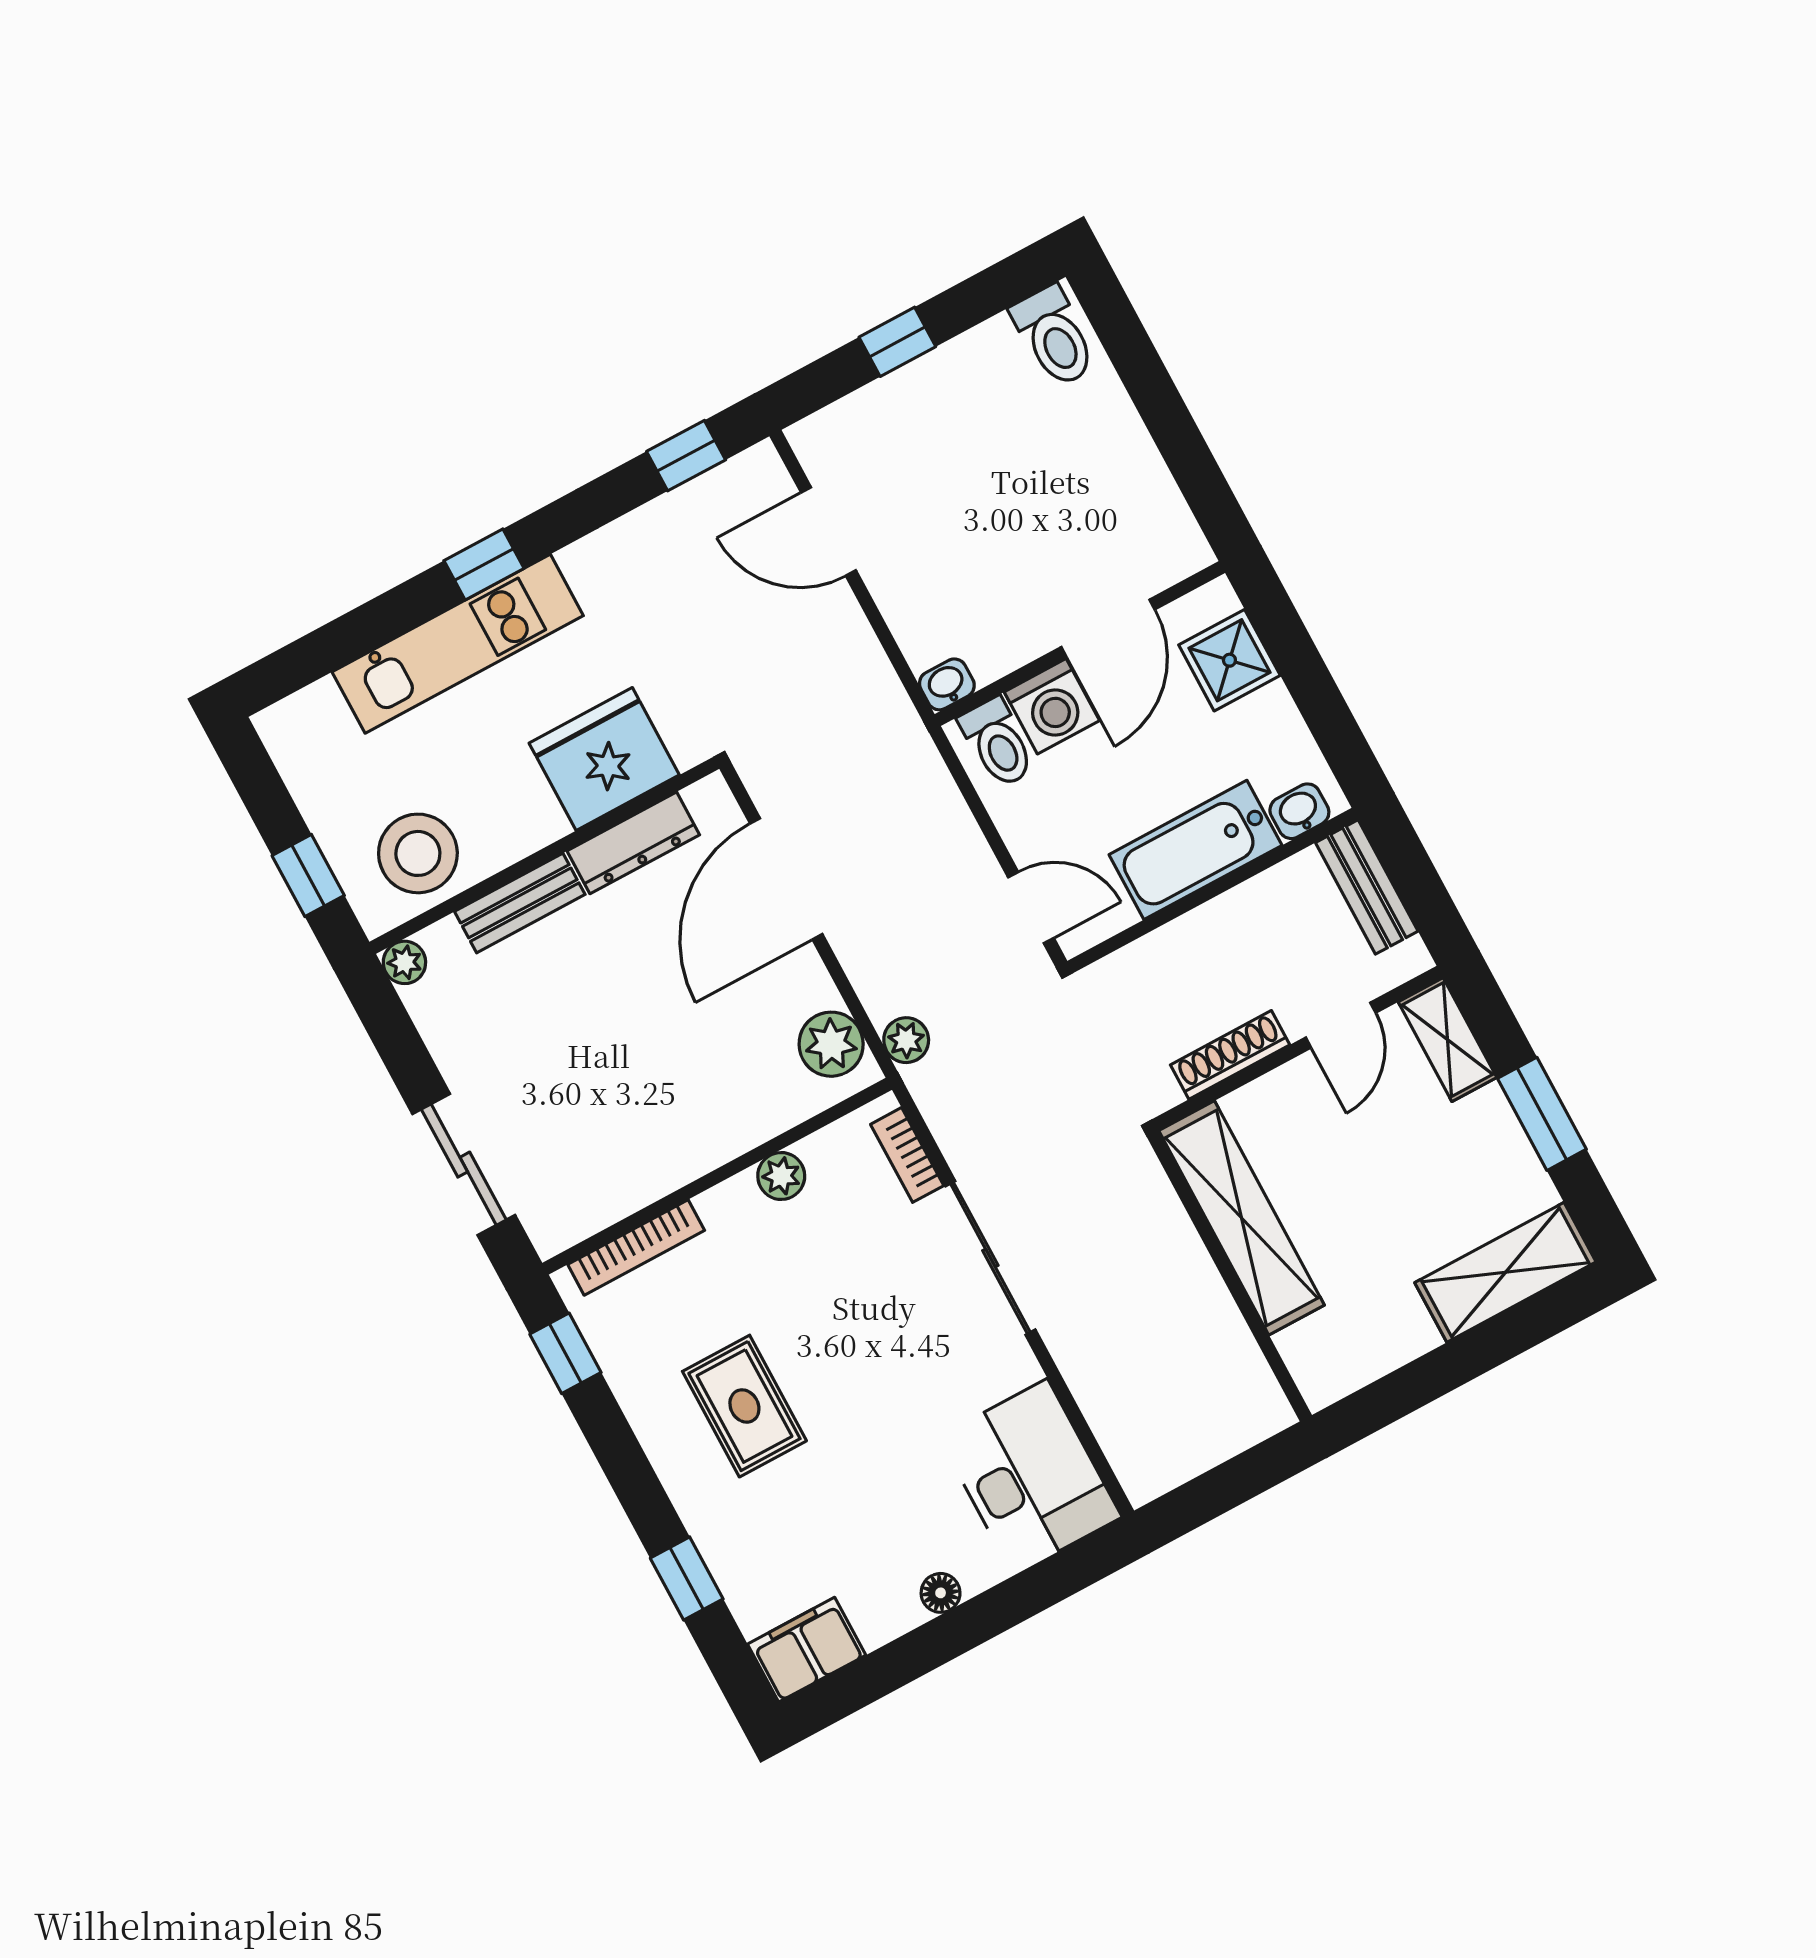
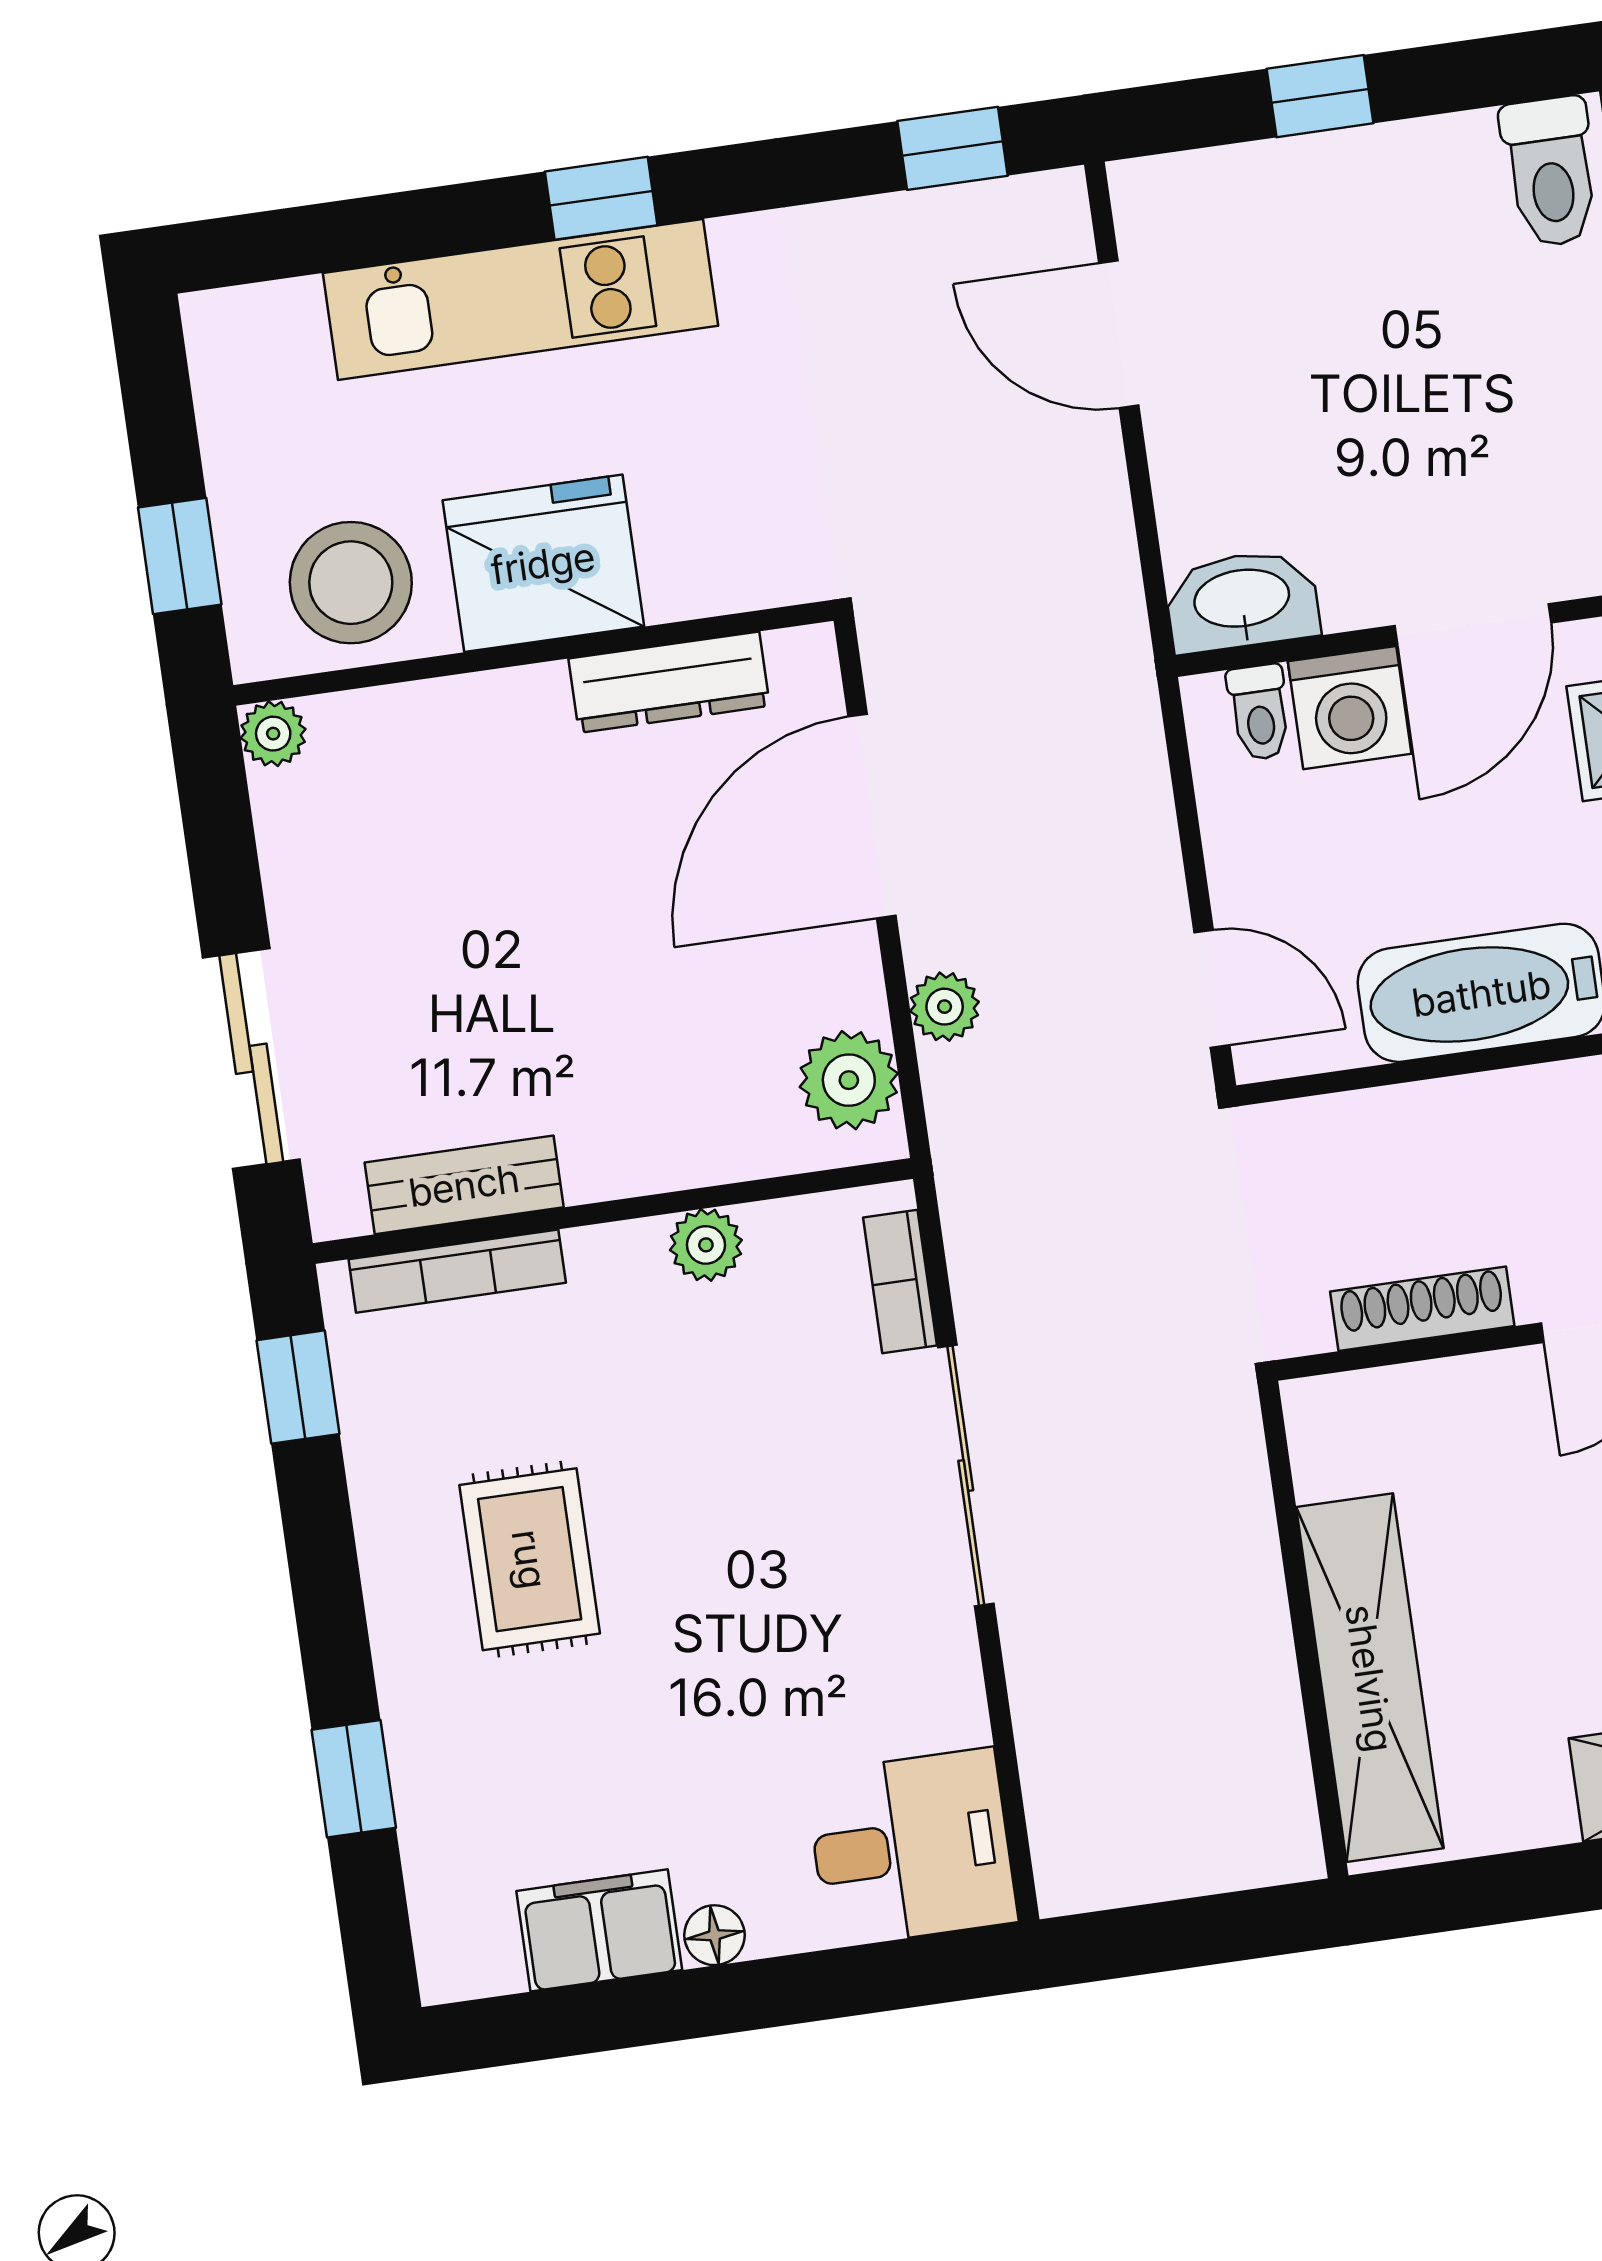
washbasin: (947, 684) -> (1242, 601), width x1.91, depth x1.45
toilet: (998, 743) -> (1259, 712), width x0.73, depth x0.72
fridge: (604, 759) -> (543, 563), moved
bench: (520, 903) -> (464, 1185), moved
plant: (906, 1040) -> (945, 1007), moved
shelving: (1242, 1218) -> (1370, 1678), moved
desk: (1030, 1477) -> (911, 1848), width x0.73
filing cabinet: (807, 1650) -> (599, 1930), moved

